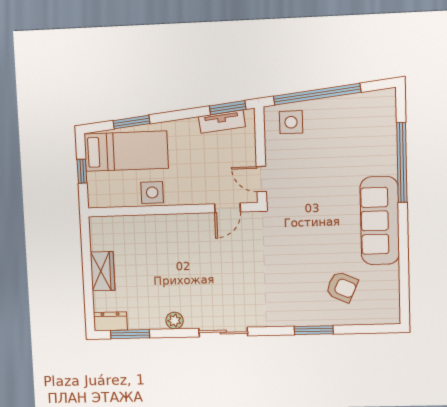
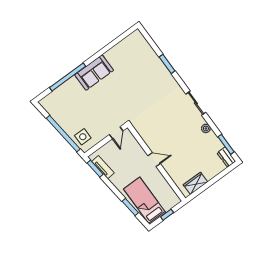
side table: (152, 192) -> (155, 177), removed
door: (228, 208) -> (154, 160), moved
sofa: (380, 221) -> (94, 73), width x0.73
wardrobe: (103, 271) -> (195, 183), moved
armchair: (342, 287) -> (139, 65), removed

